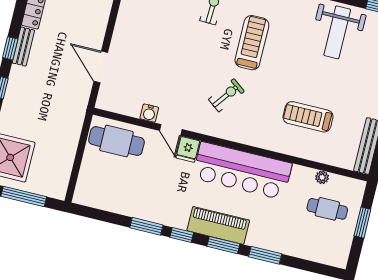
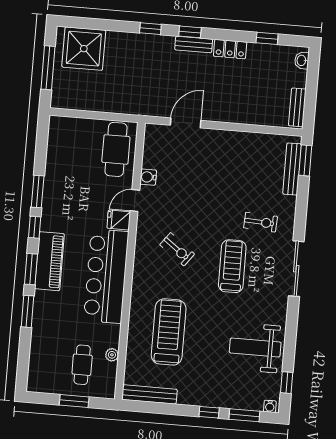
treadmill: (252, 43) -> (232, 266), turned -90
treadmill: (308, 117) -> (169, 332), width x1.37, depth x1.38

